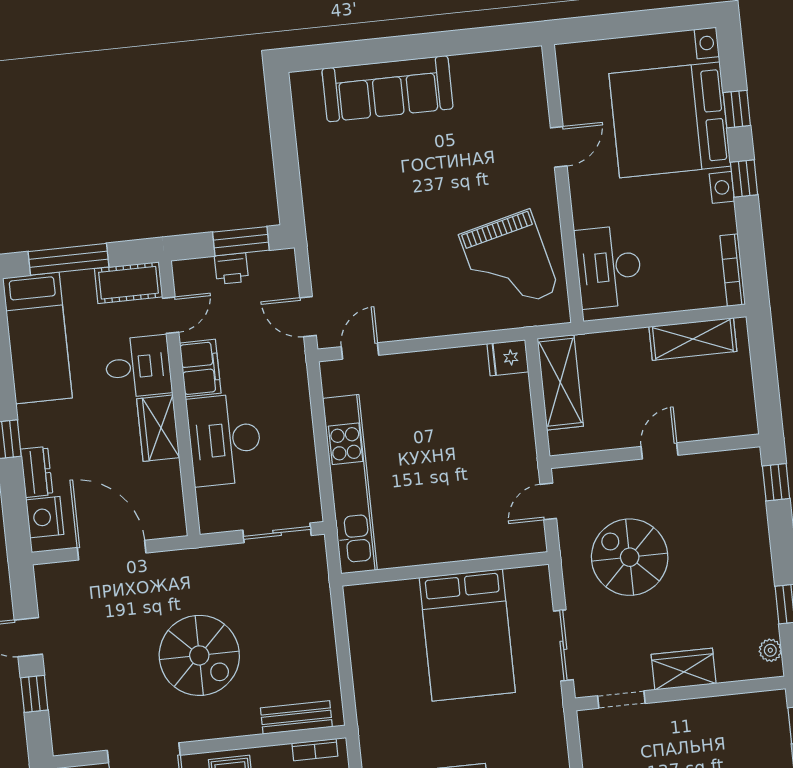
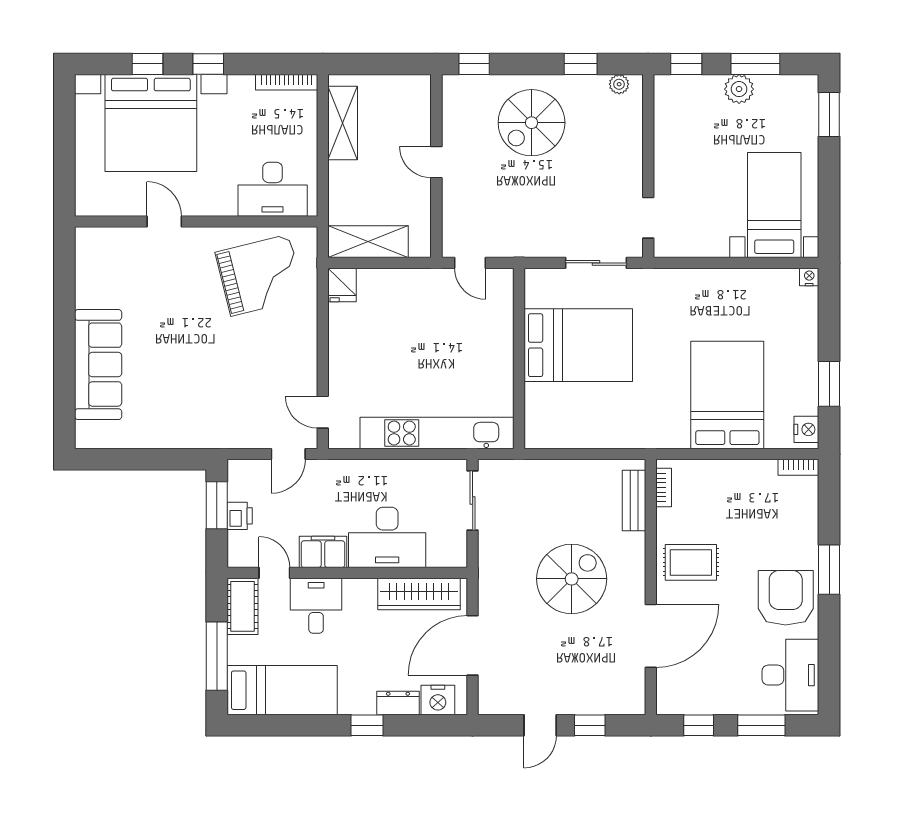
wardrobe: (158, 428) -> (419, 594), moved, width x1.50
spiral stairs: (630, 557) -> (532, 123), moved
wardrobe: (684, 669) -> (627, 161), removed

